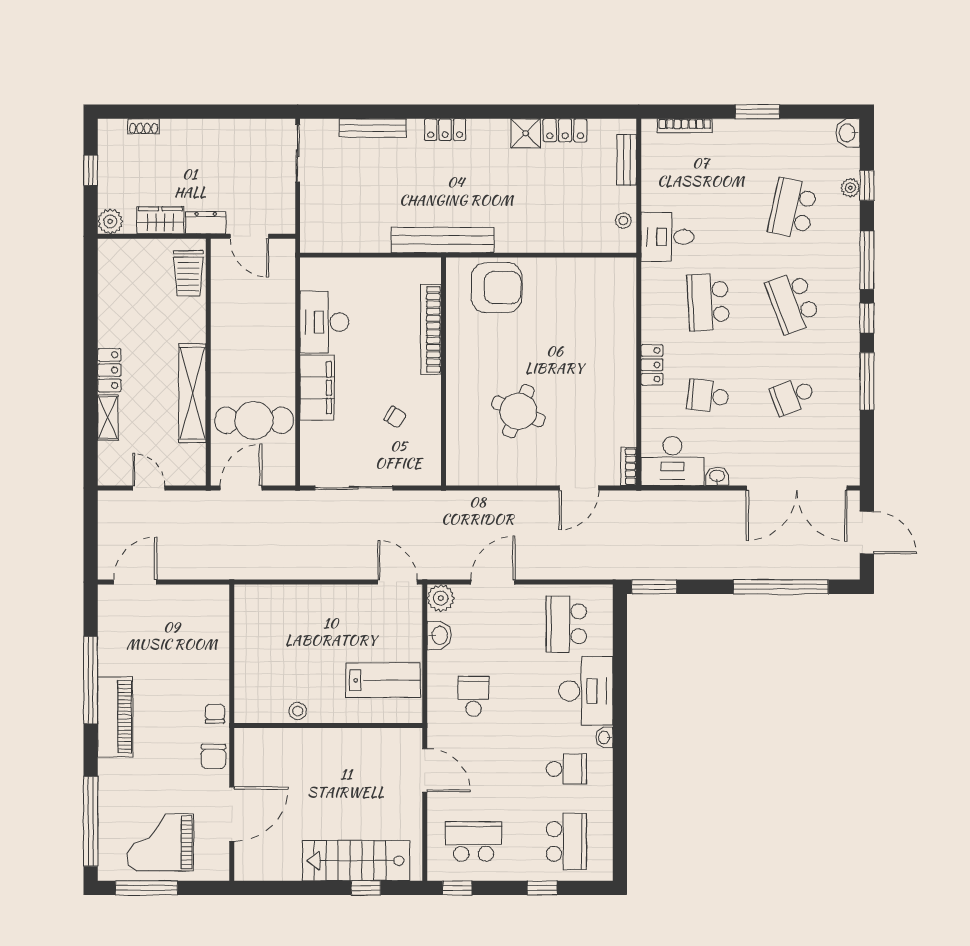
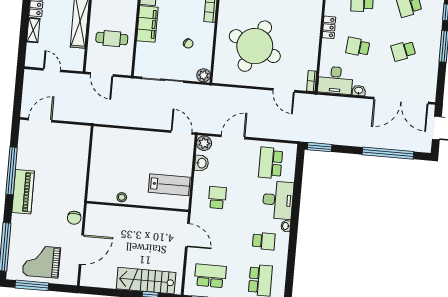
round table: (518, 411) -> (255, 46), width x1.86, depth x1.86
cafe table: (254, 420) -> (112, 39), width x0.73, depth x0.74
plant: (429, 473) -> (204, 75), added
door: (241, 488) -> (102, 74), swing flipped
door: (579, 488) -> (284, 90), hinge flipped
chair: (215, 714) -> (77, 195), removed

